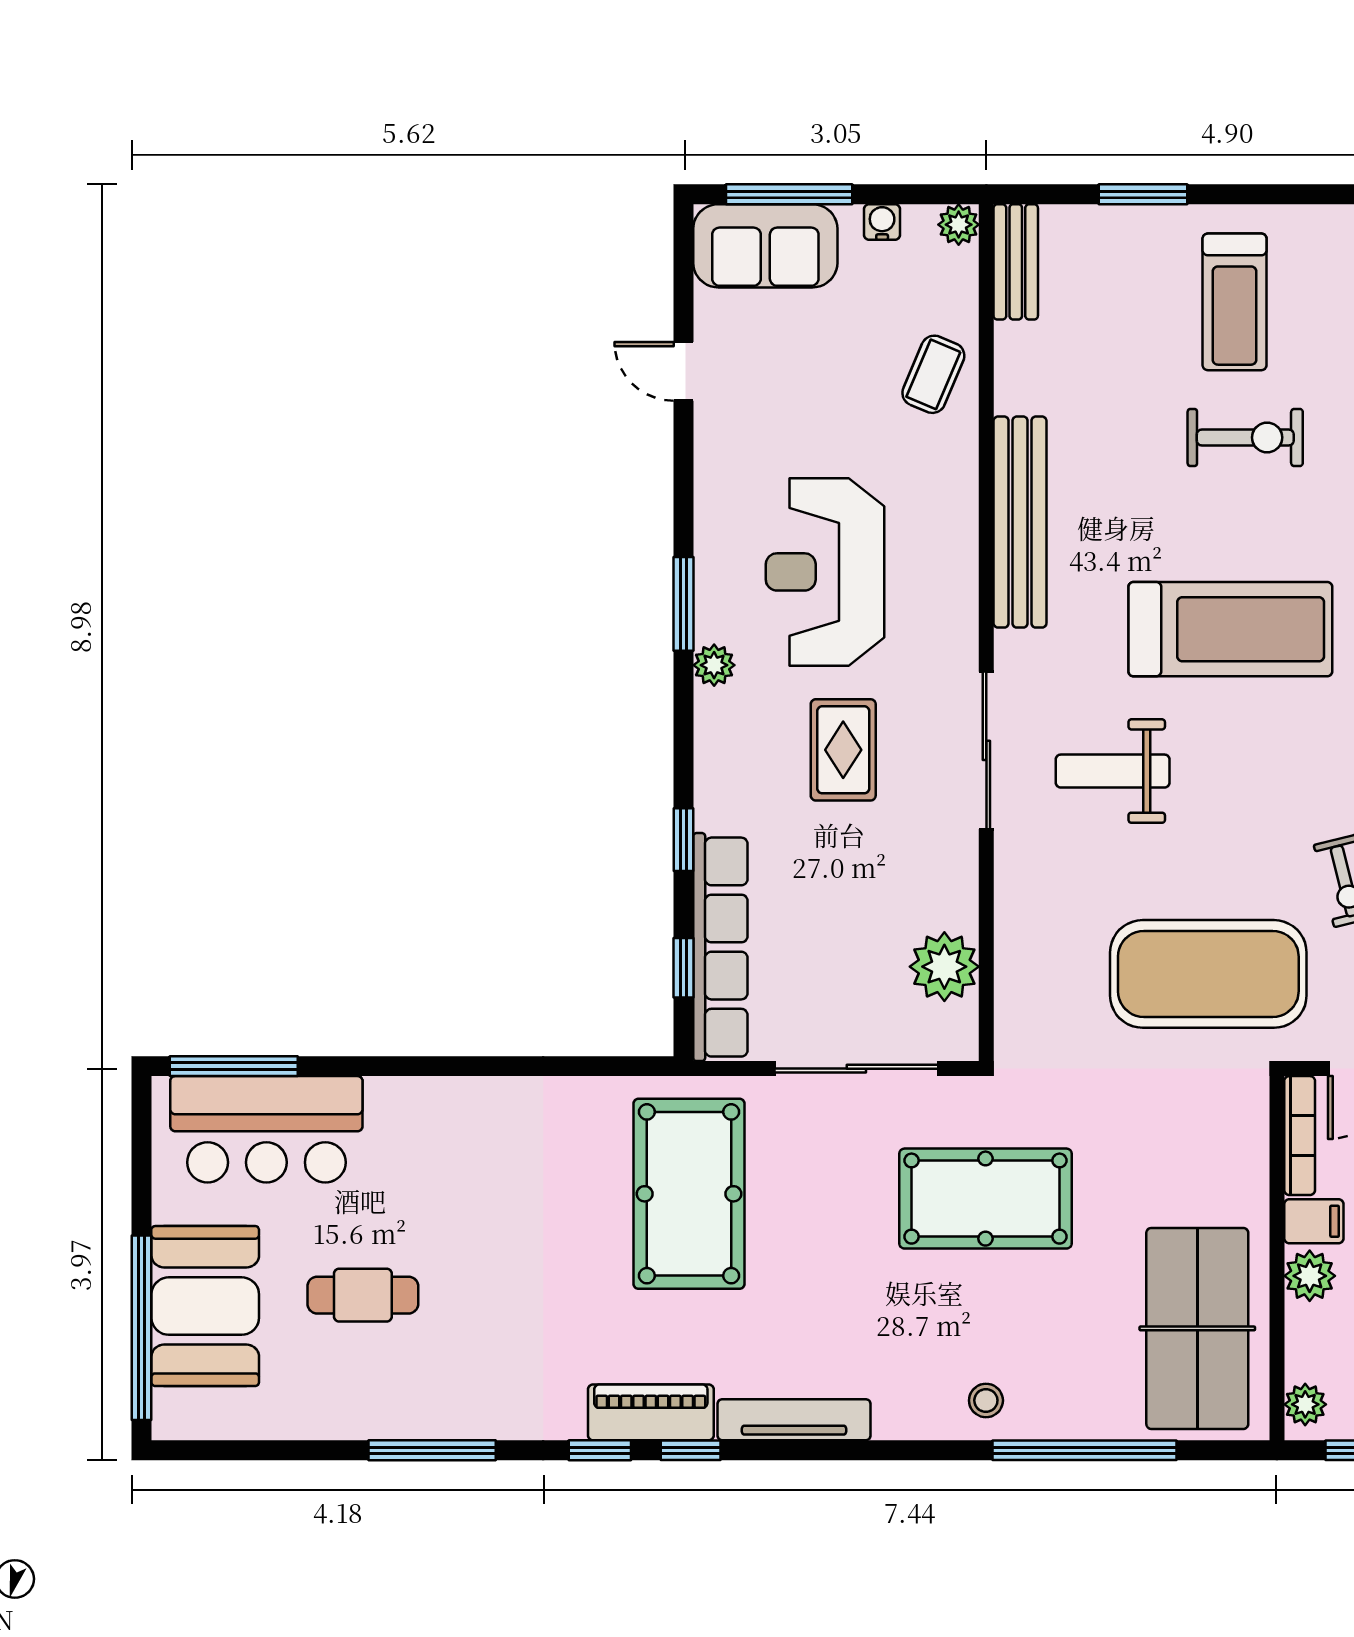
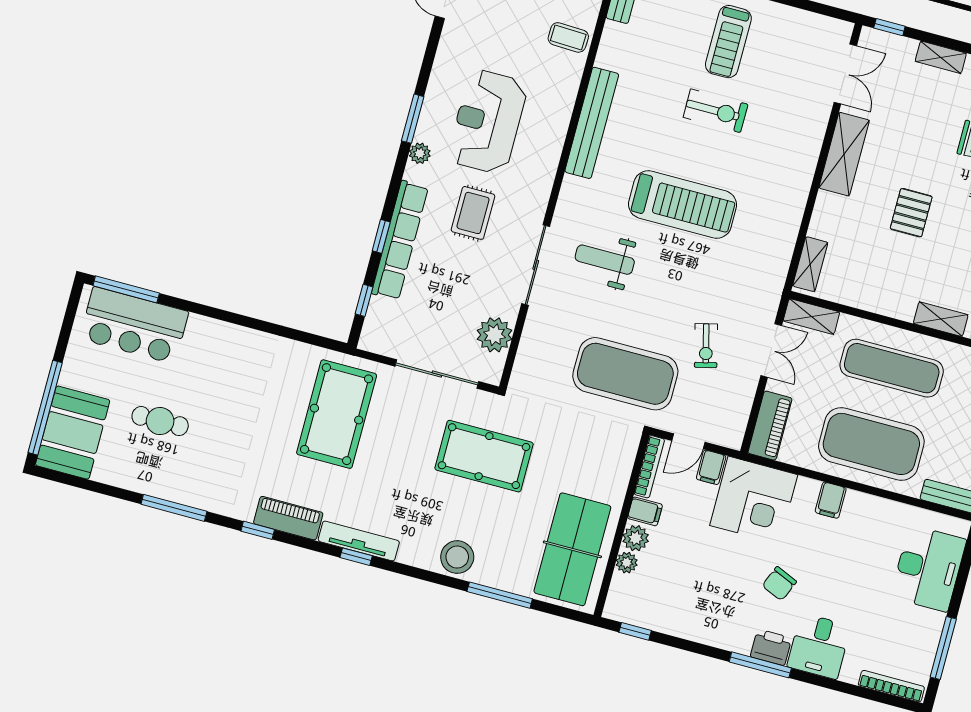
coffee table: (933, 374) -> (568, 37), turned 69
sliding door: (986, 750) -> (536, 265), moved
row of seats: (720, 947) -> (400, 240), moved
booth: (205, 1306) -> (73, 433), moved
stool: (986, 1400) -> (457, 557), width x1.89, depth x1.89
plant: (1305, 1404) -> (627, 563), moved
window: (691, 1450) -> (356, 557), moved
window: (1084, 1450) -> (500, 595), width x0.68

